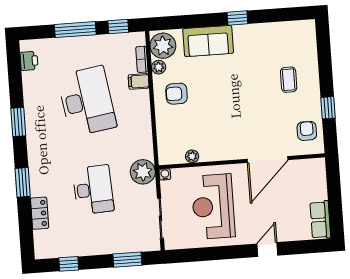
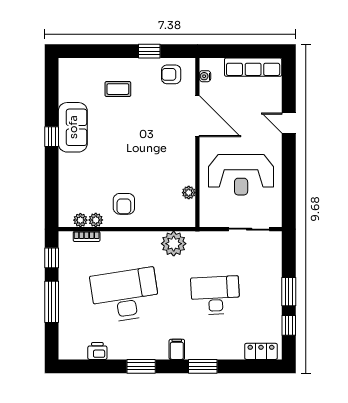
sofa: (208, 41) -> (73, 127), moved
plant: (163, 46) -> (80, 220), width x0.53, depth x0.53
printer: (29, 61) -> (97, 351), moved
filing cabinet: (139, 81) -> (177, 349), moved, turned 180
plant: (143, 172) -> (174, 244), moved
water cooler: (165, 174) -> (205, 76), moved
locker: (40, 213) -> (261, 351), moved
row of seats: (320, 220) -> (253, 67), width x1.48
window: (127, 260) -> (289, 292), moved

